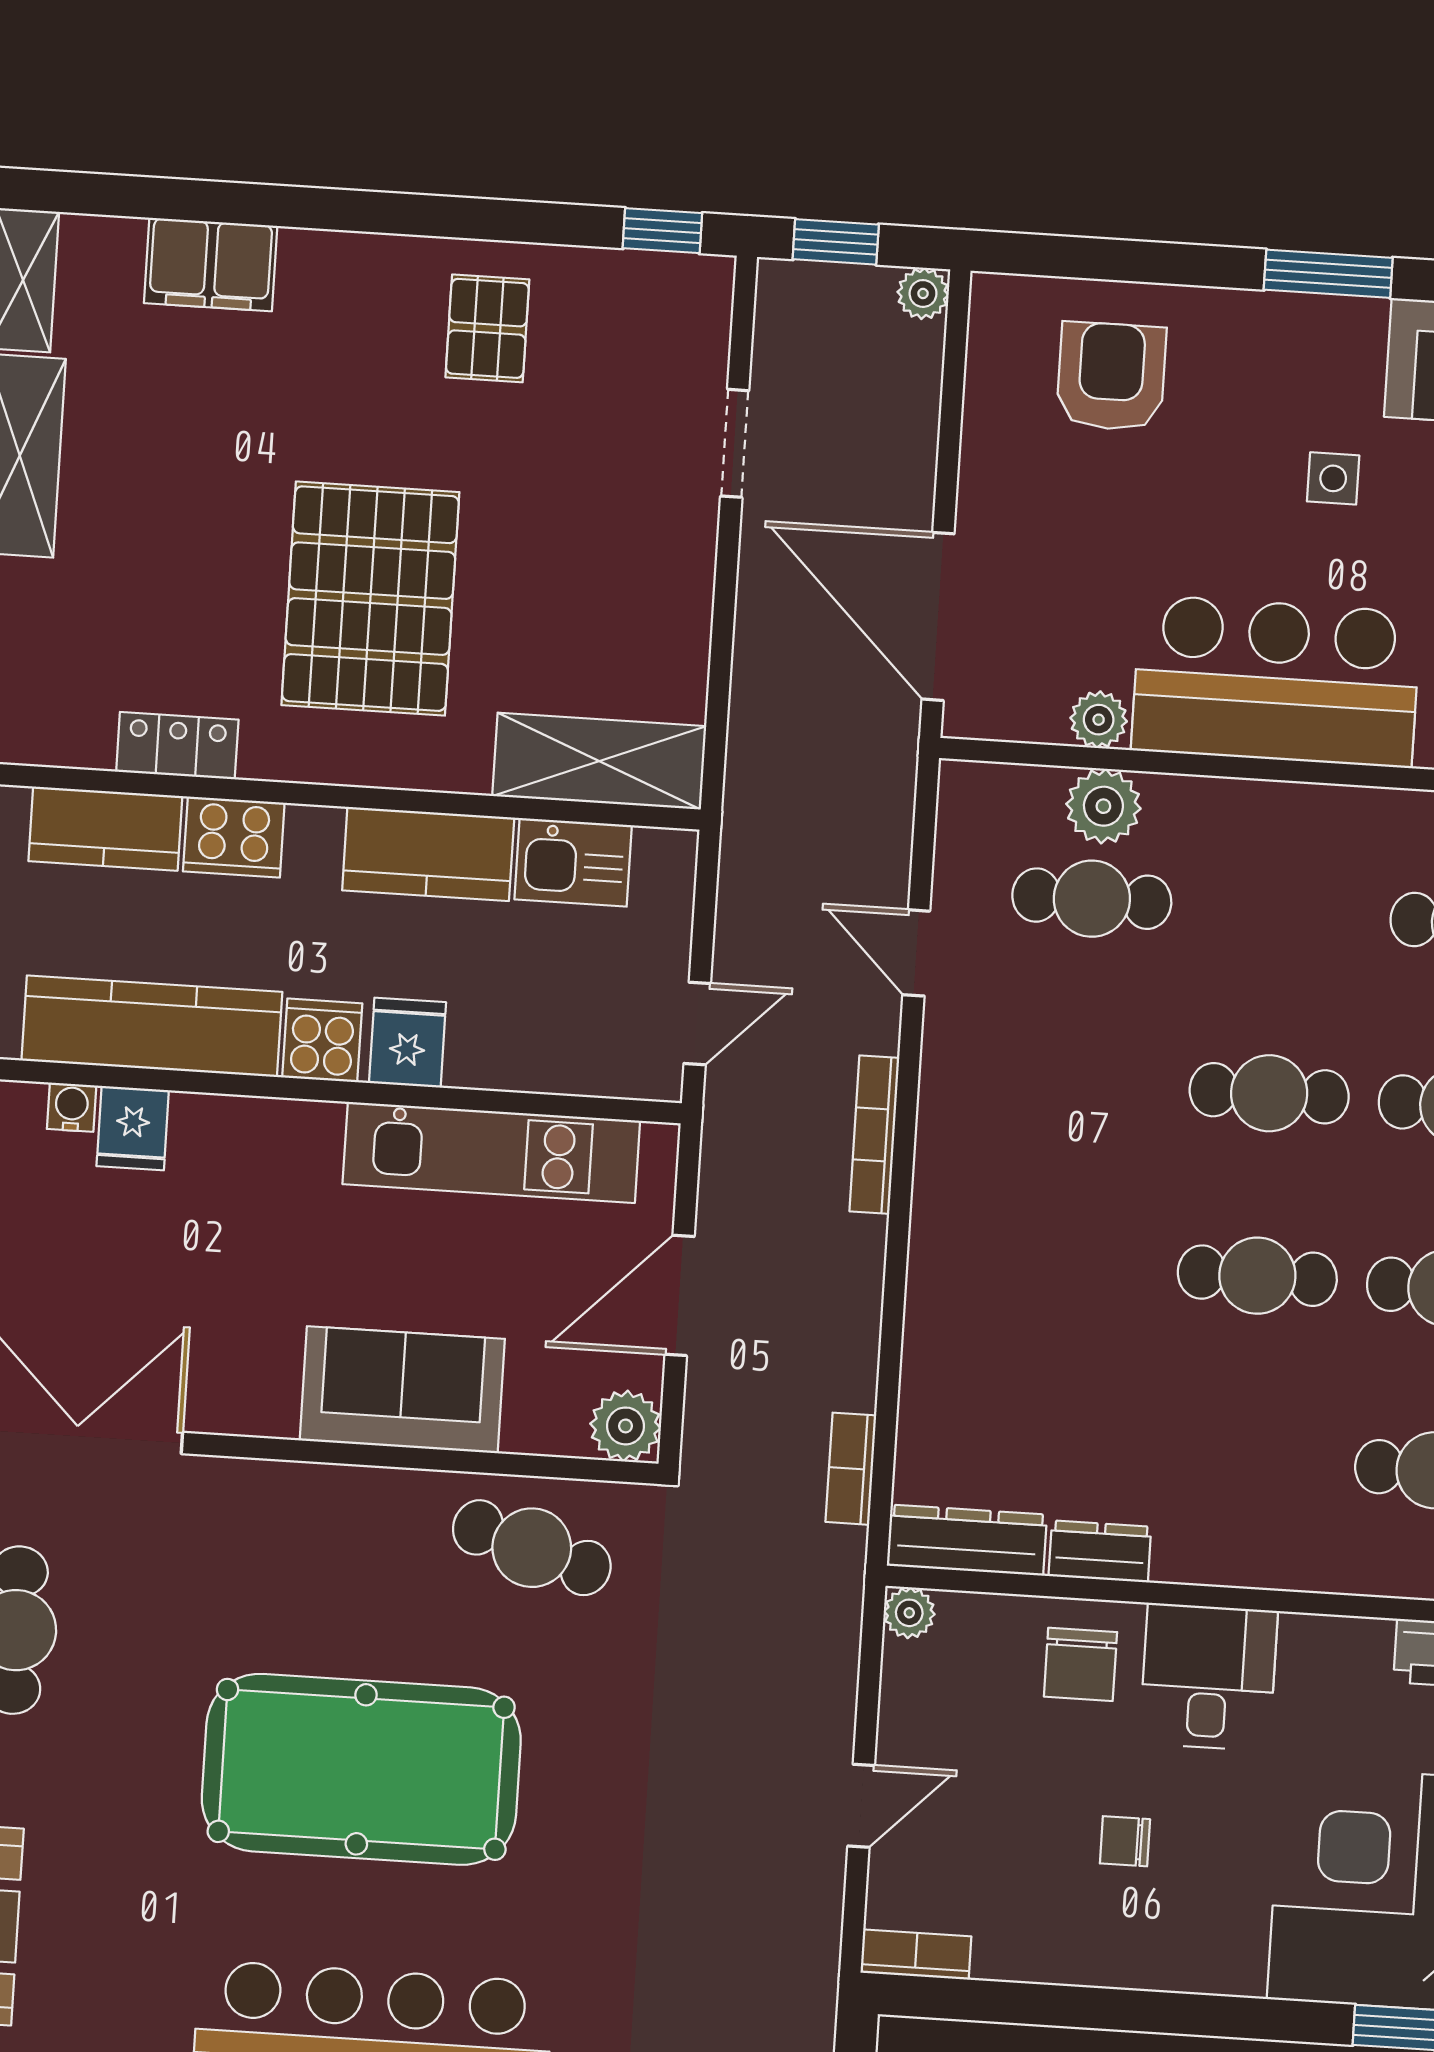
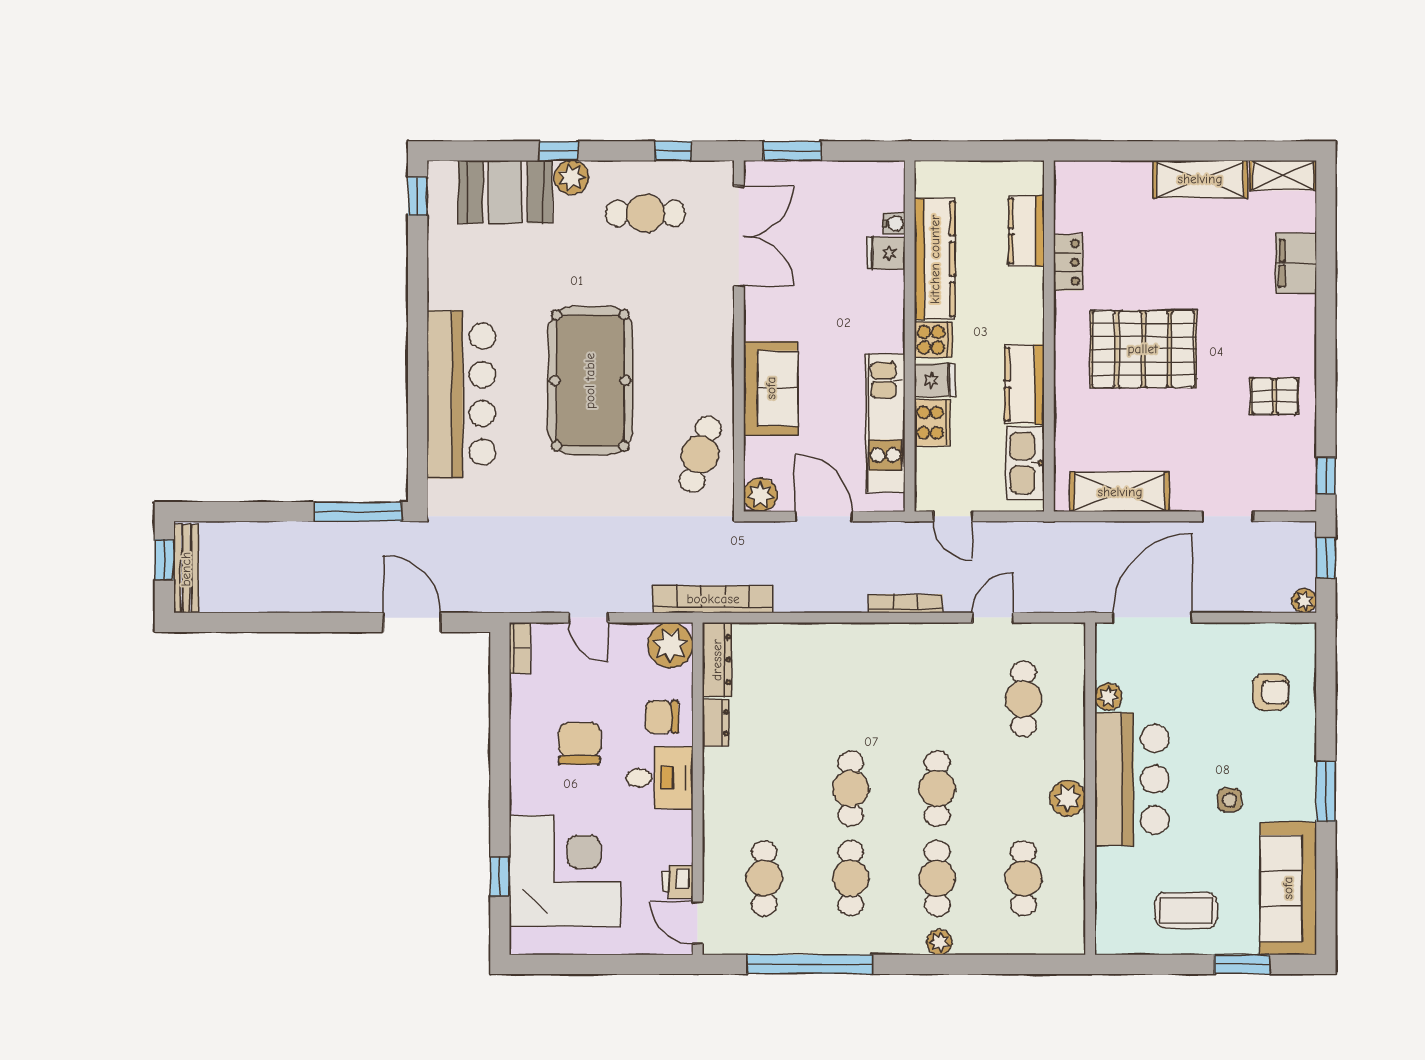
armchair: (1111, 376) -> (1271, 692), width x0.72, depth x0.72
shelving: (599, 761) -> (1120, 492), moved, turned 90
plant: (1103, 806) -> (1068, 798), moved
cooker: (234, 837) -> (932, 423), moved, turned 180
kitchen sink: (573, 862) -> (1025, 463), width x1.38
bookcase: (851, 1469) -> (713, 599), width x2.31, depth x1.31
plant: (909, 1613) -> (670, 645), width x1.88, depth x1.88
chair: (1125, 1841) -> (580, 743), width x1.87, depth x1.87

